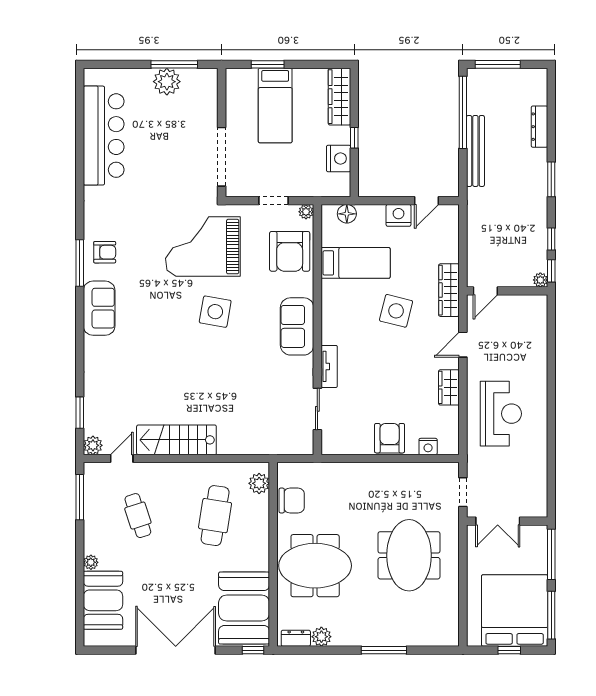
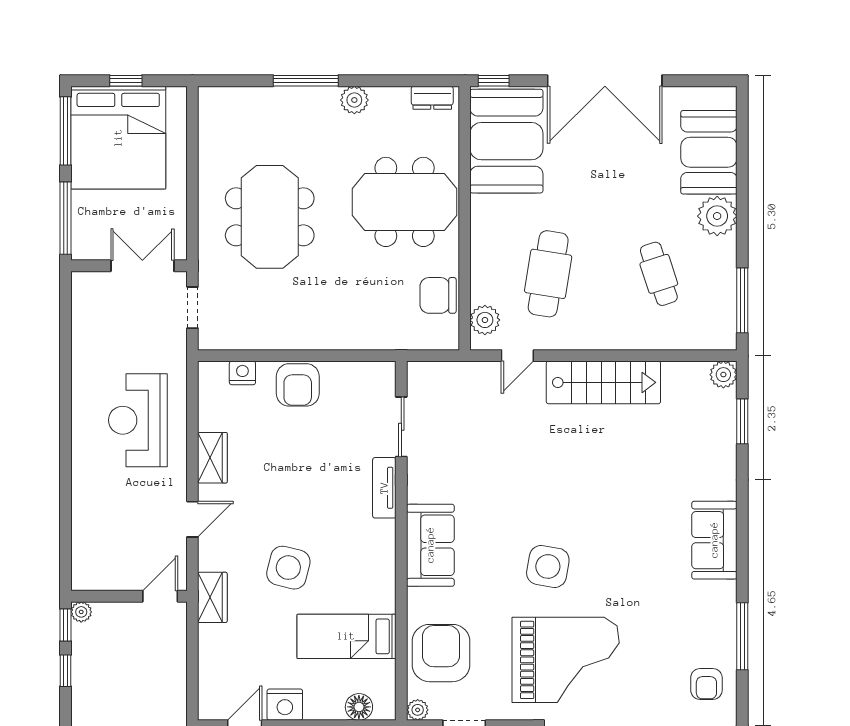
armchair: (105, 252) -> (706, 684), moved, turned -90
wardrobe: (449, 290) -> (212, 597), width x0.67
sofa: (99, 308) -> (714, 540), moved
door: (122, 459) -> (517, 356), moved
plant: (91, 562) -> (717, 216), width x1.88, depth x1.88
plant: (321, 637) -> (354, 100), moved

